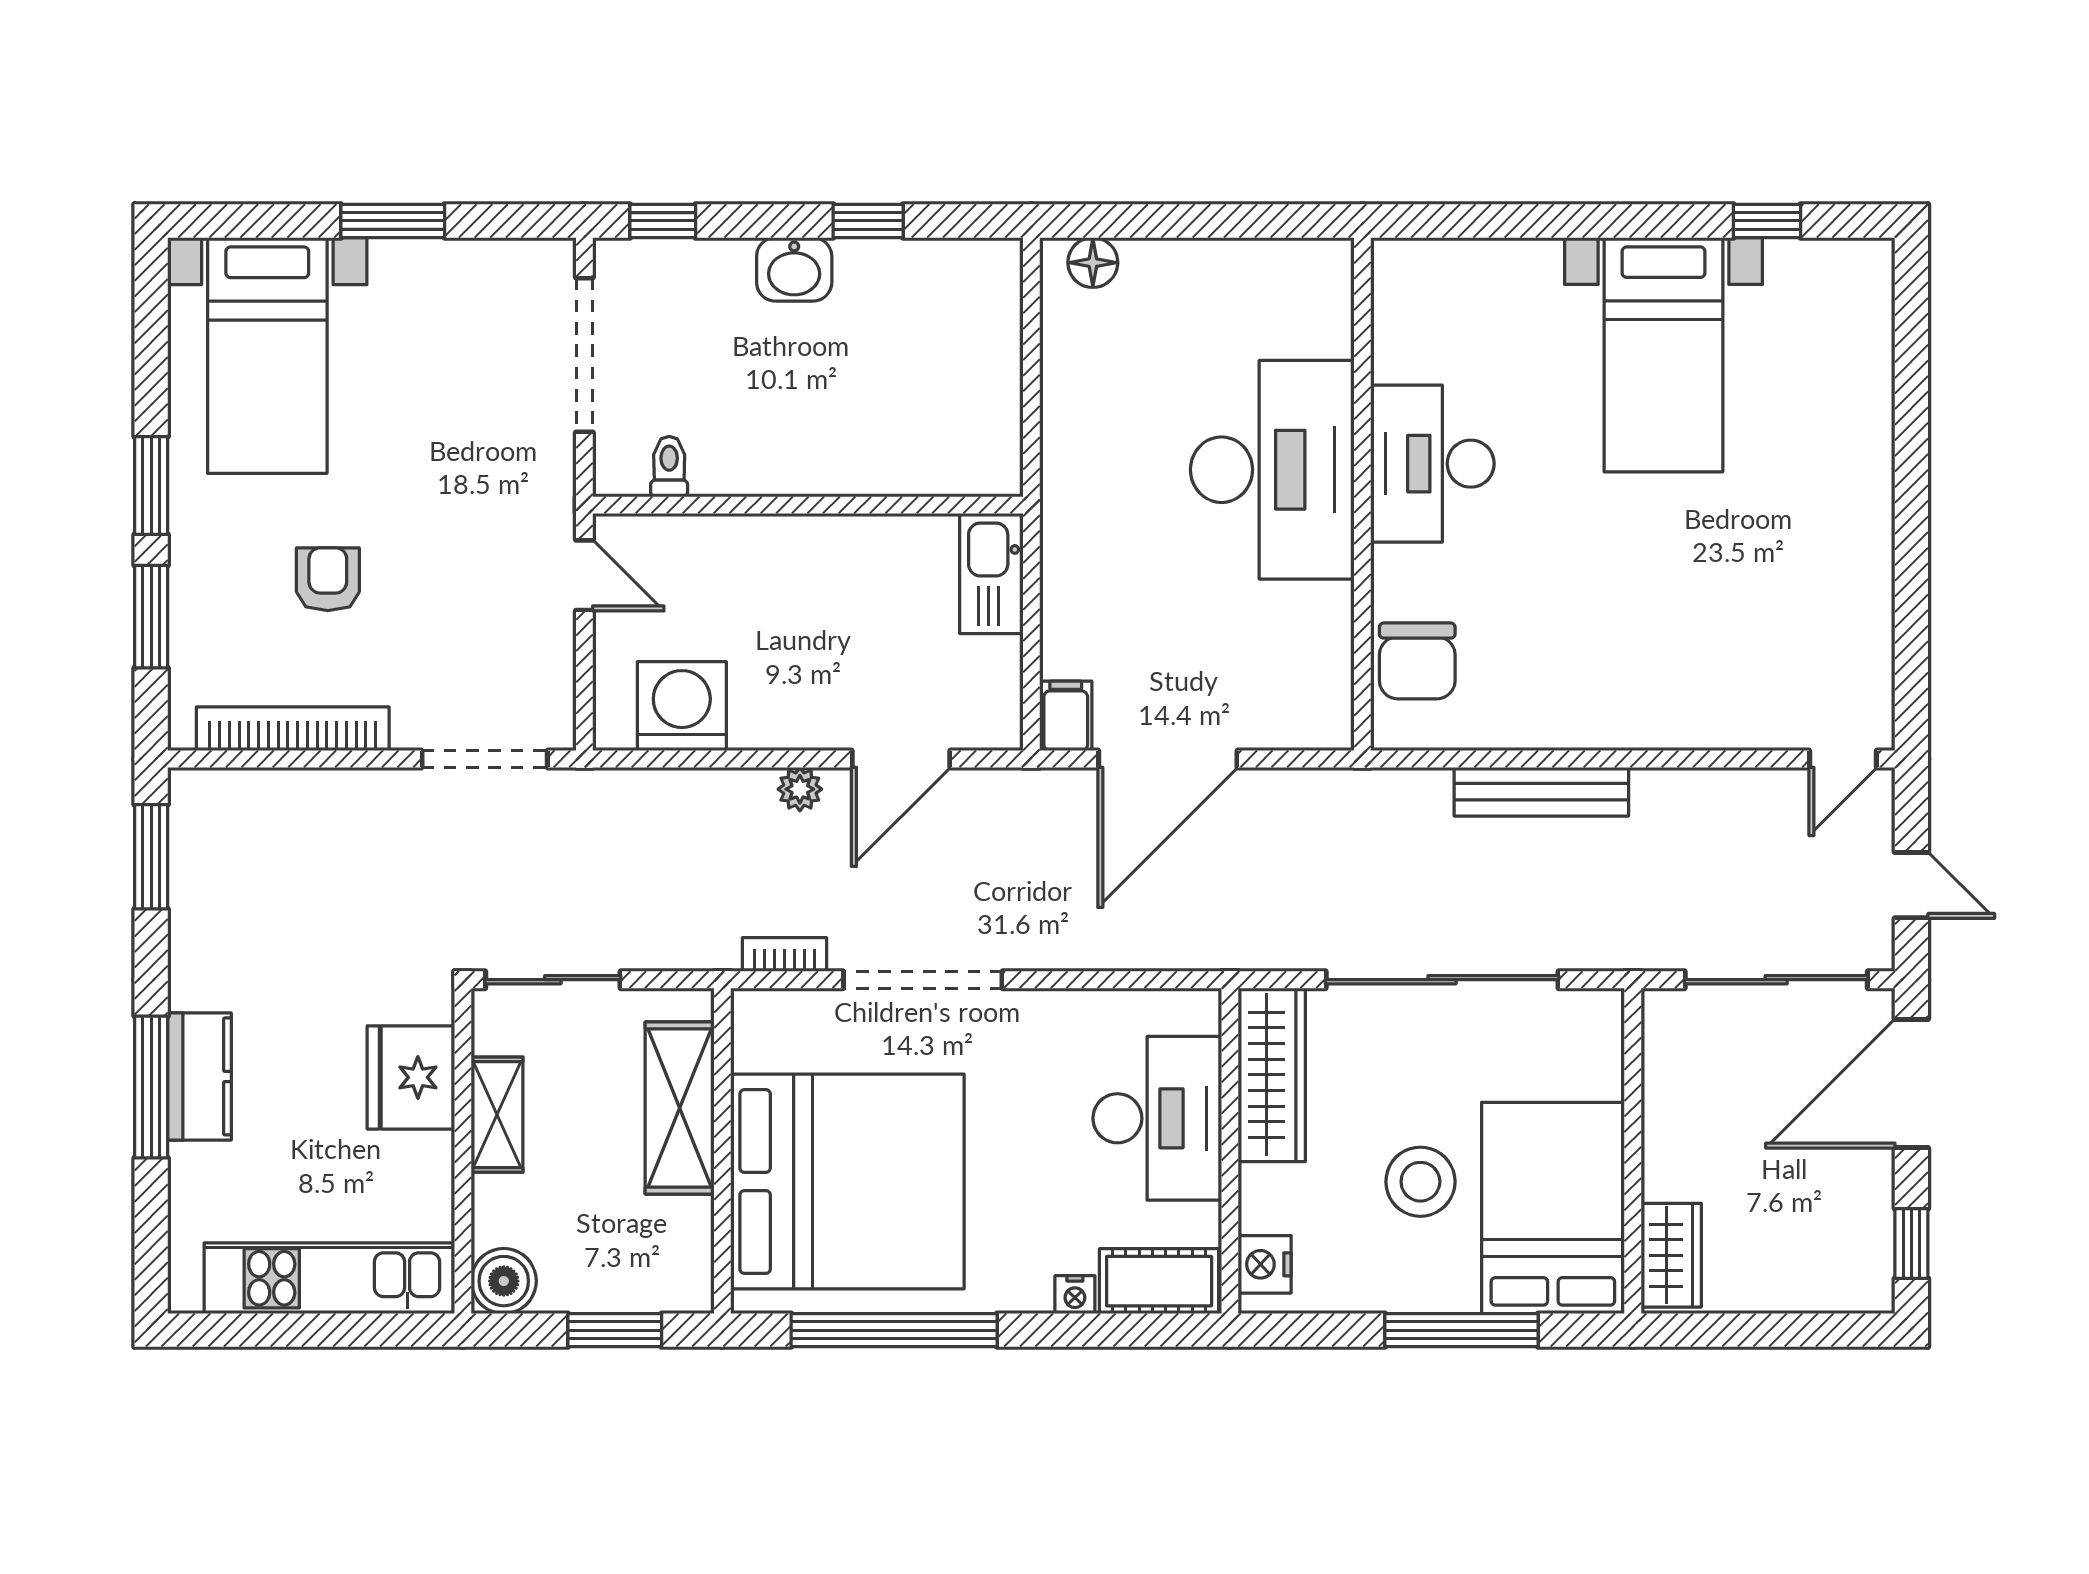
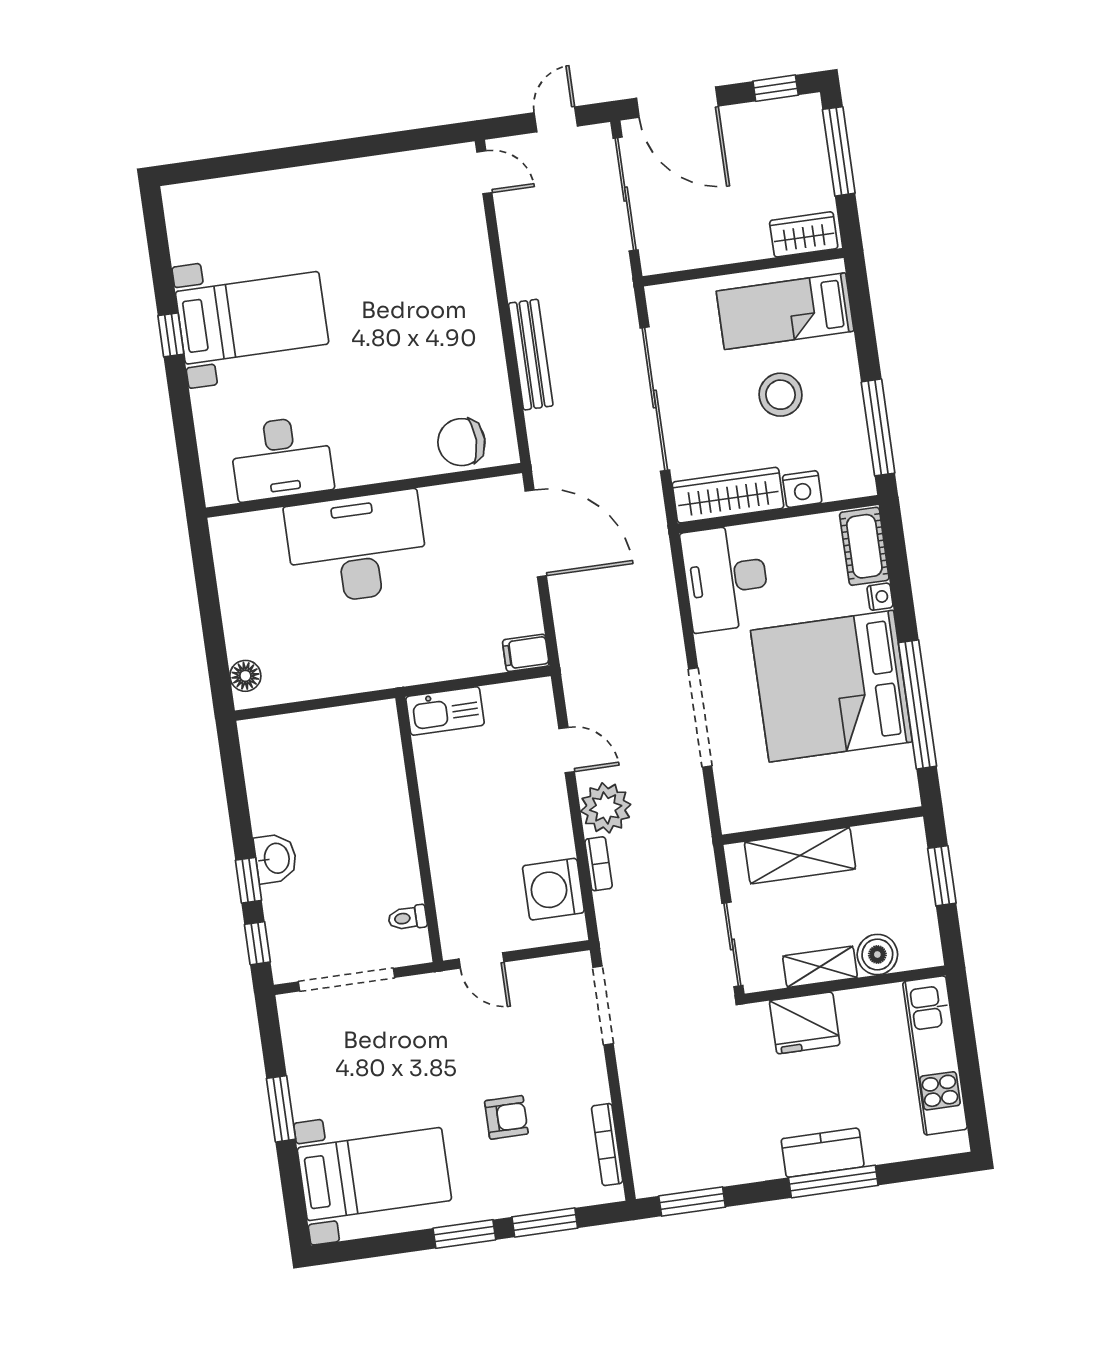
window: (868, 221) -> (248, 880), moved
window: (1767, 221) -> (171, 335), moved
desk: (1432, 464) -> (282, 458), moved
door: (584, 575) -> (482, 960), swing flipped
armchair: (328, 579) -> (506, 1117), turned 180
chair: (1417, 661) -> (461, 442), turned 180
bookcase: (293, 729) -> (607, 1145), width x0.68, depth x0.76
door: (901, 759) -> (567, 750), width x0.73
door: (1168, 759) -> (536, 533), moved
plant: (800, 789) -> (606, 808), width x1.87, depth x1.87
bookcase: (785, 955) -> (599, 864), moved, turned 180
desk: (1157, 1118) -> (726, 578), moved, turned -90
bed: (847, 1182) -> (831, 686), moved, turned -90
bed: (1553, 1208) -> (785, 311), width x0.67
nightstand: (1265, 1264) -> (802, 489), moved
boiler: (504, 1281) -> (877, 955), moved
window: (1462, 1330) -> (878, 427), moved
window: (1796, 1330) -> (839, 151), added

